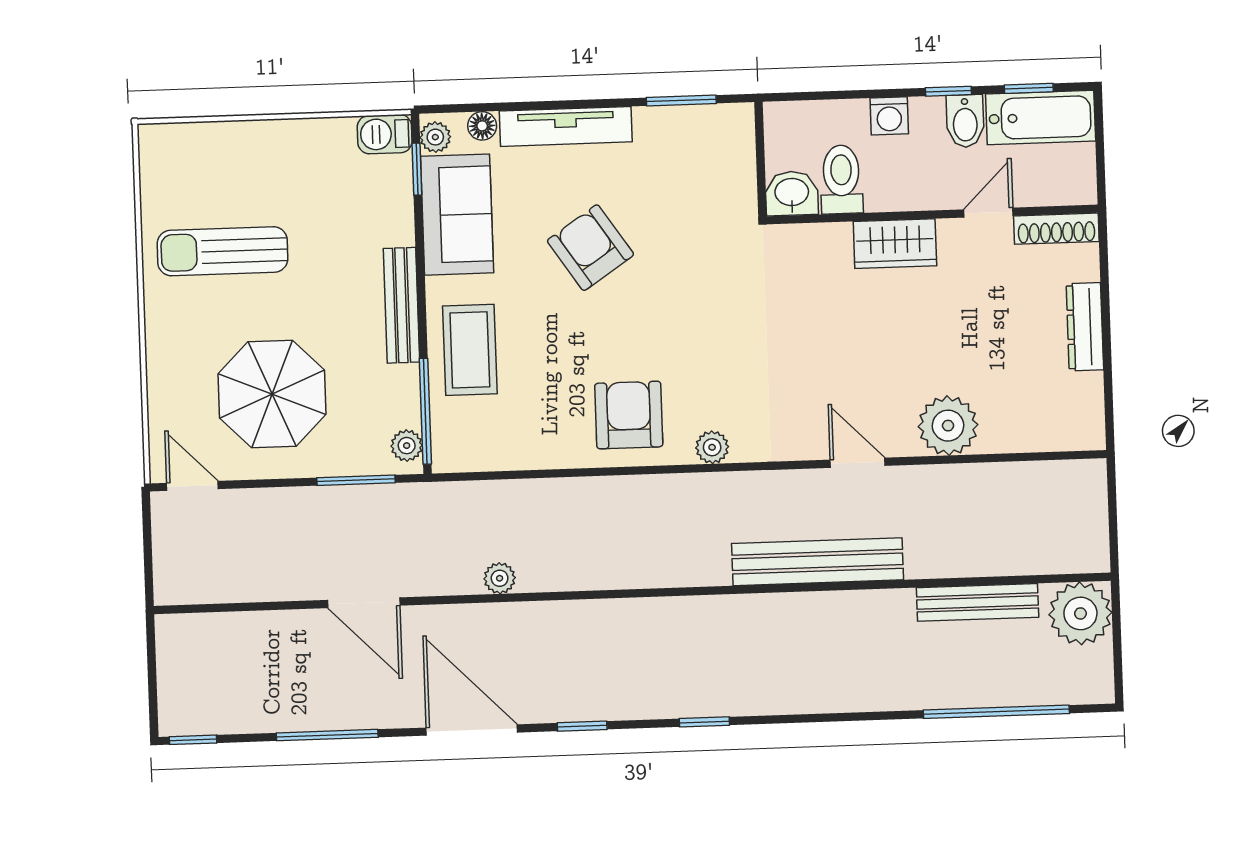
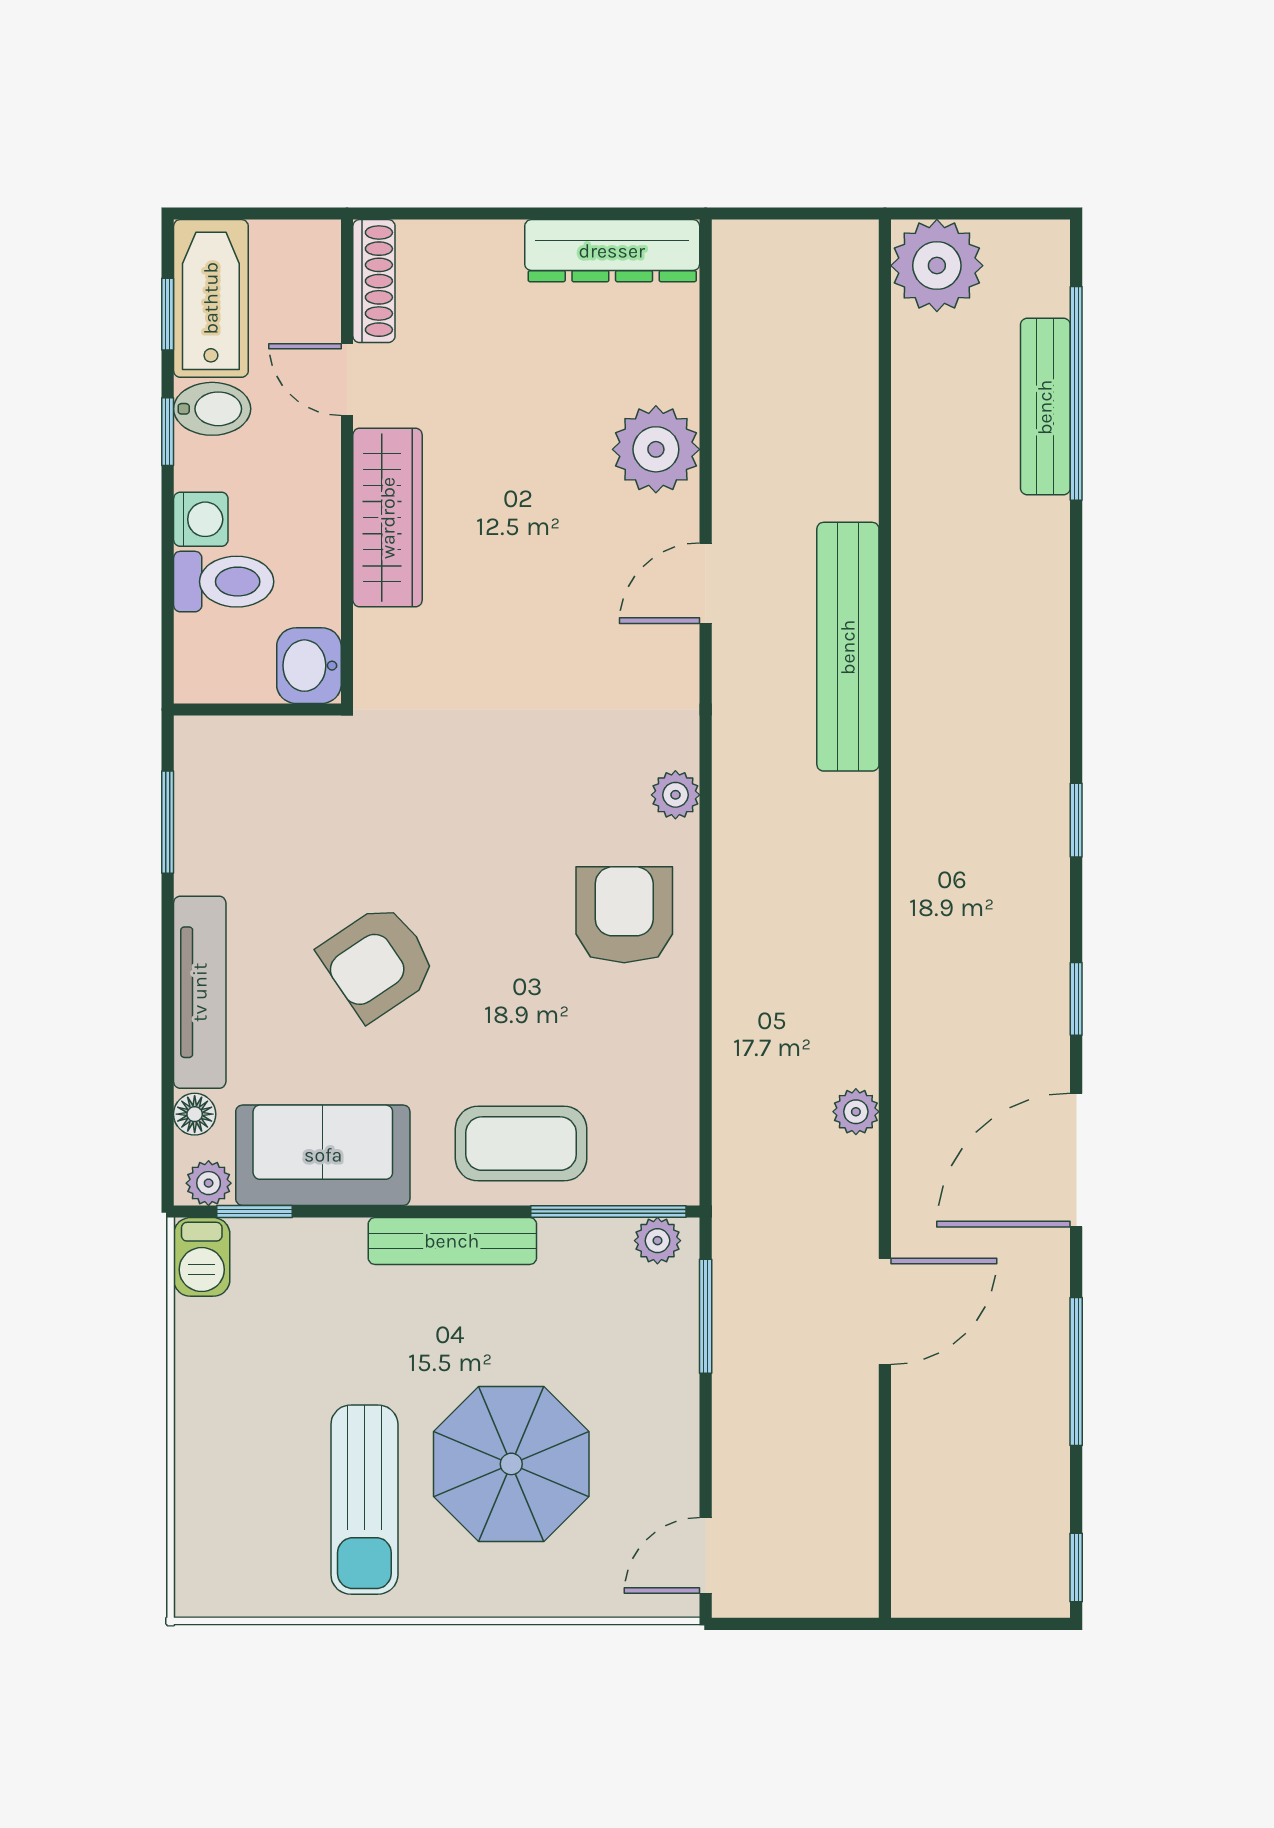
toilet: (841, 179) -> (224, 582), moved, turned 180
wardrobe: (895, 244) -> (388, 518), width x1.50
dresser: (1085, 327) -> (612, 251), moved, width x1.37, depth x1.24
parasol: (272, 394) -> (511, 1464), moved
armchair: (629, 415) -> (624, 915), turned 90
bench: (978, 602) -> (1045, 407), moved

